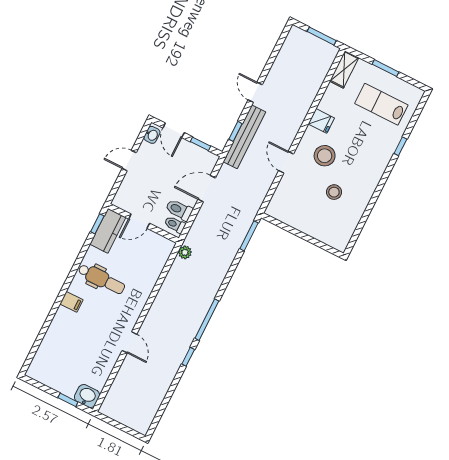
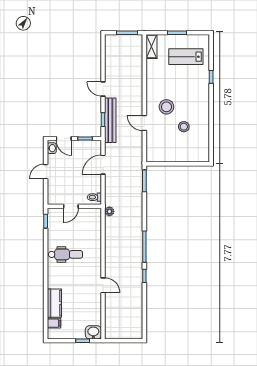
fridge: (321, 121) -> (153, 86), removed
toilet: (179, 210) -> (92, 187), removed
kitchen counter: (108, 231) -> (54, 303), moved
filing cabinet: (71, 302) -> (54, 323), moved

